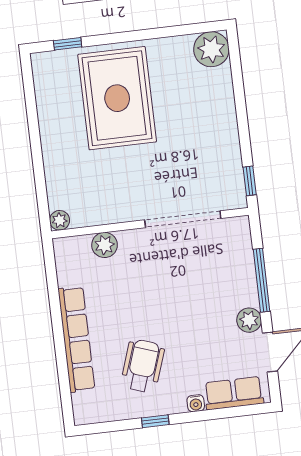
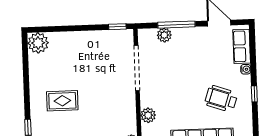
rug: (117, 98) -> (62, 101), width x0.54, depth x0.49
plant: (249, 320) -> (164, 35), moved

